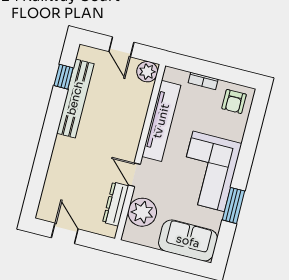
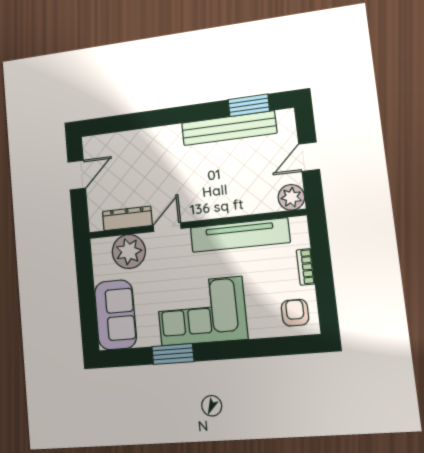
window: (64, 77) -> (249, 105), width x1.50
armchair: (234, 101) -> (295, 313), turned 90

